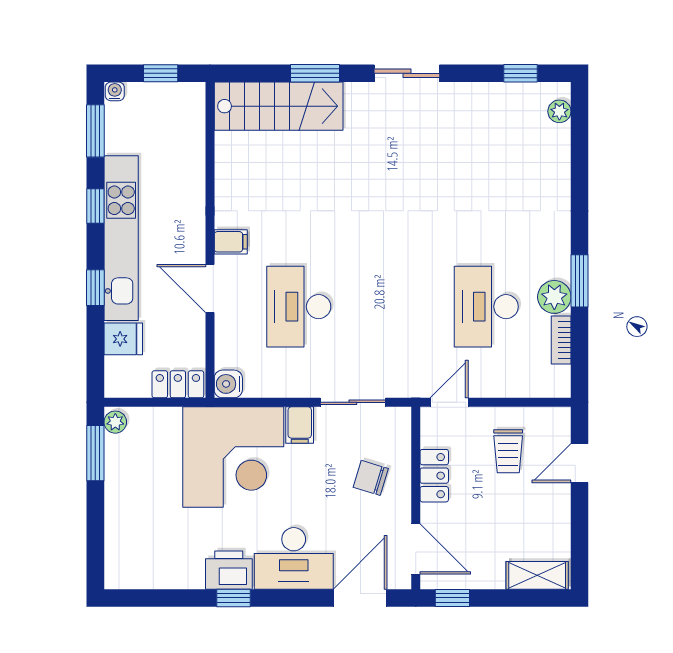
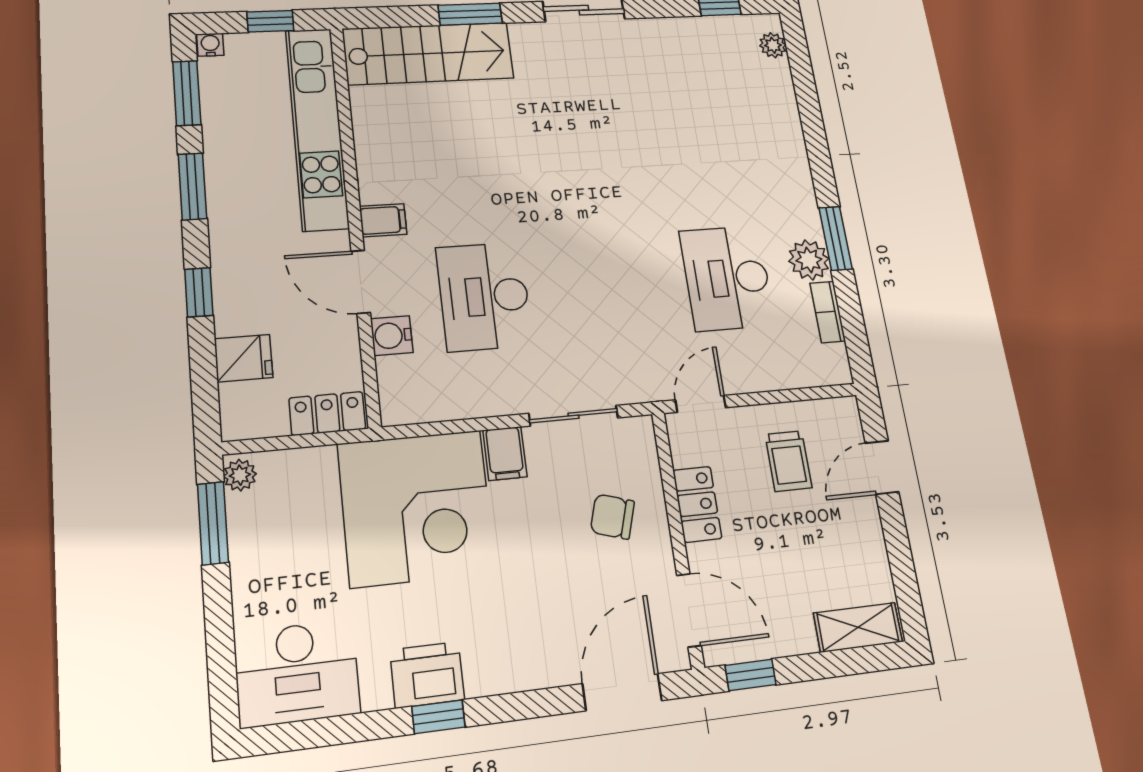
window: (95, 206) -> (192, 186), width x1.50
kitchen unit: (121, 238) -> (317, 128), moved, turned 180
water cooler: (228, 384) -> (392, 336), moved
desk: (294, 558) -> (297, 673), moved

